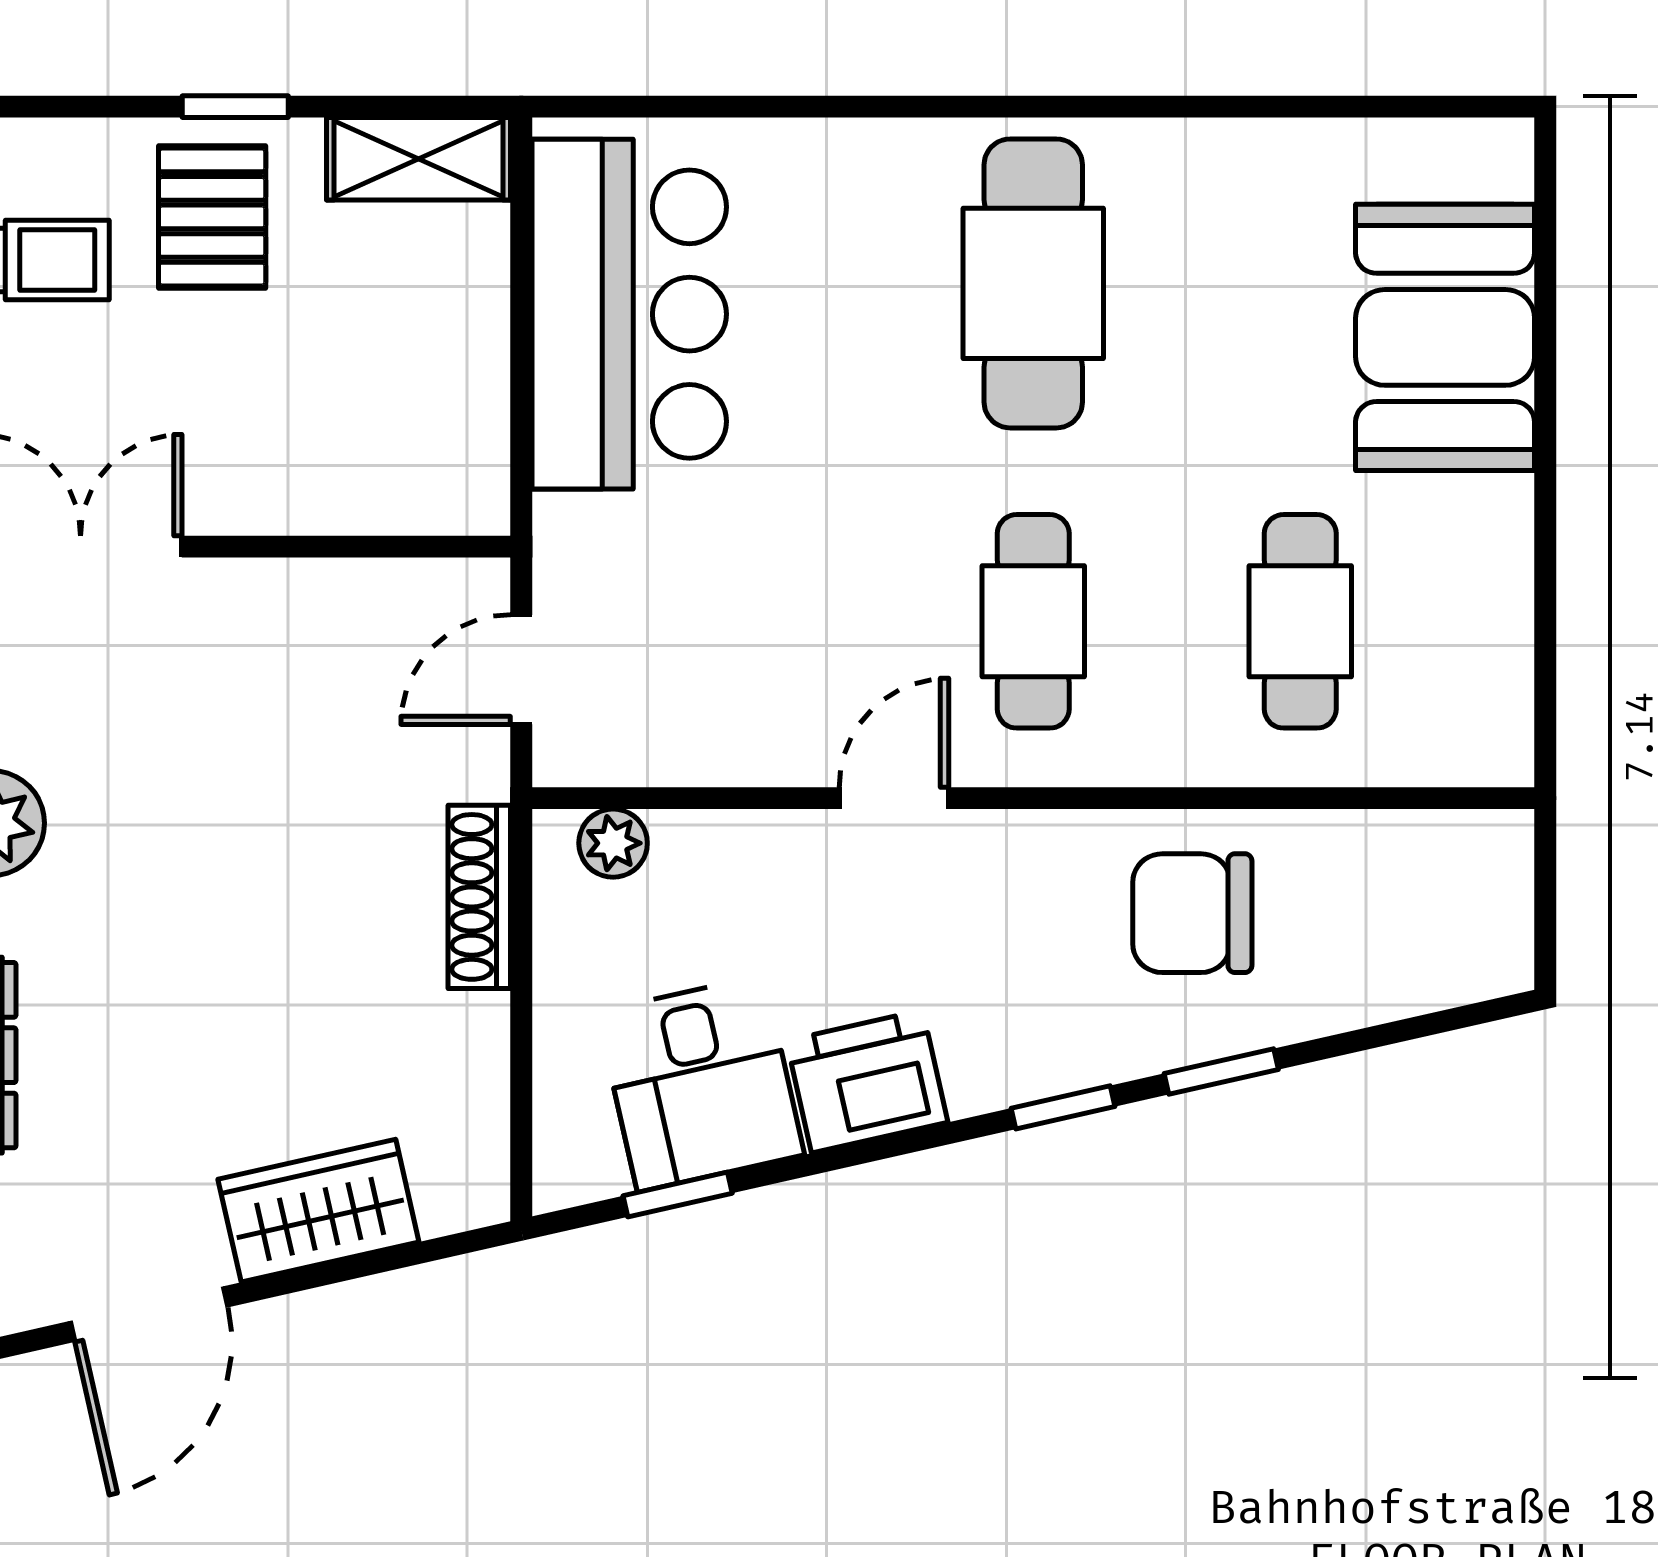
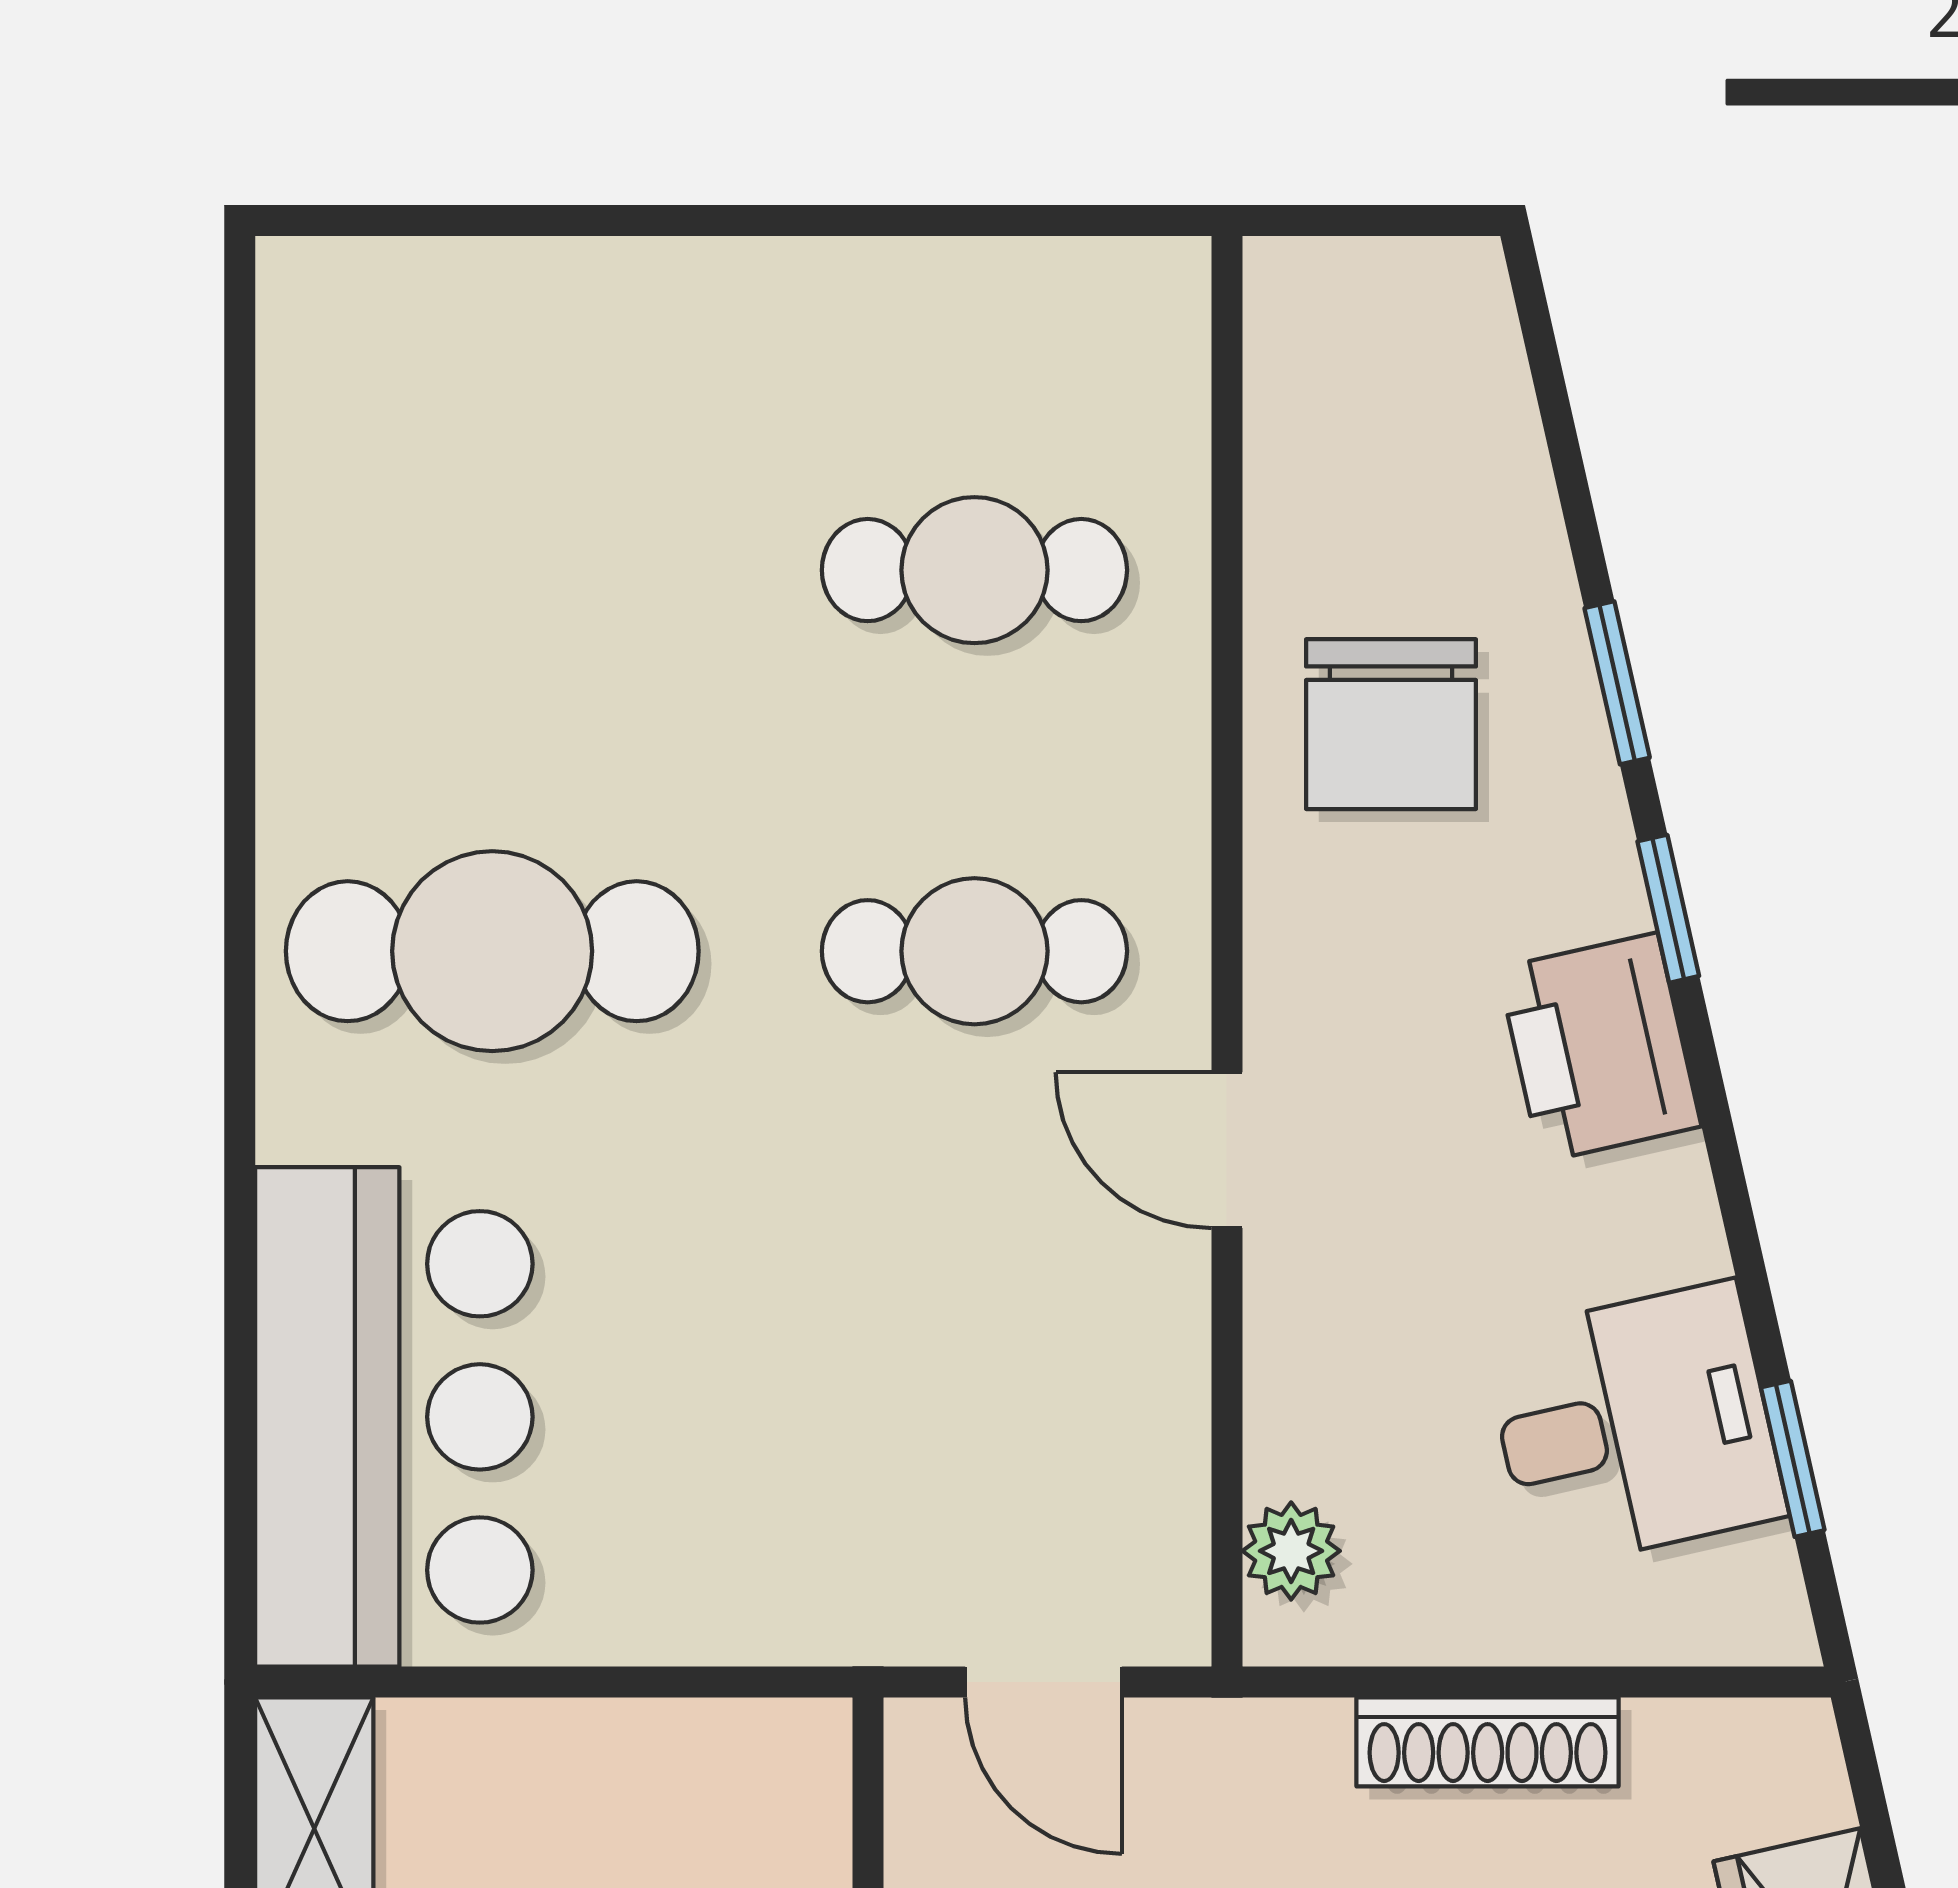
bar counter: (629, 314) -> (394, 1417), moved, turned 90
booth: (1445, 337) -> (569, 363), removed
shoe rack: (479, 897) -> (1488, 1742), moved
printer: (867, 1081) -> (1599, 1047), moved

